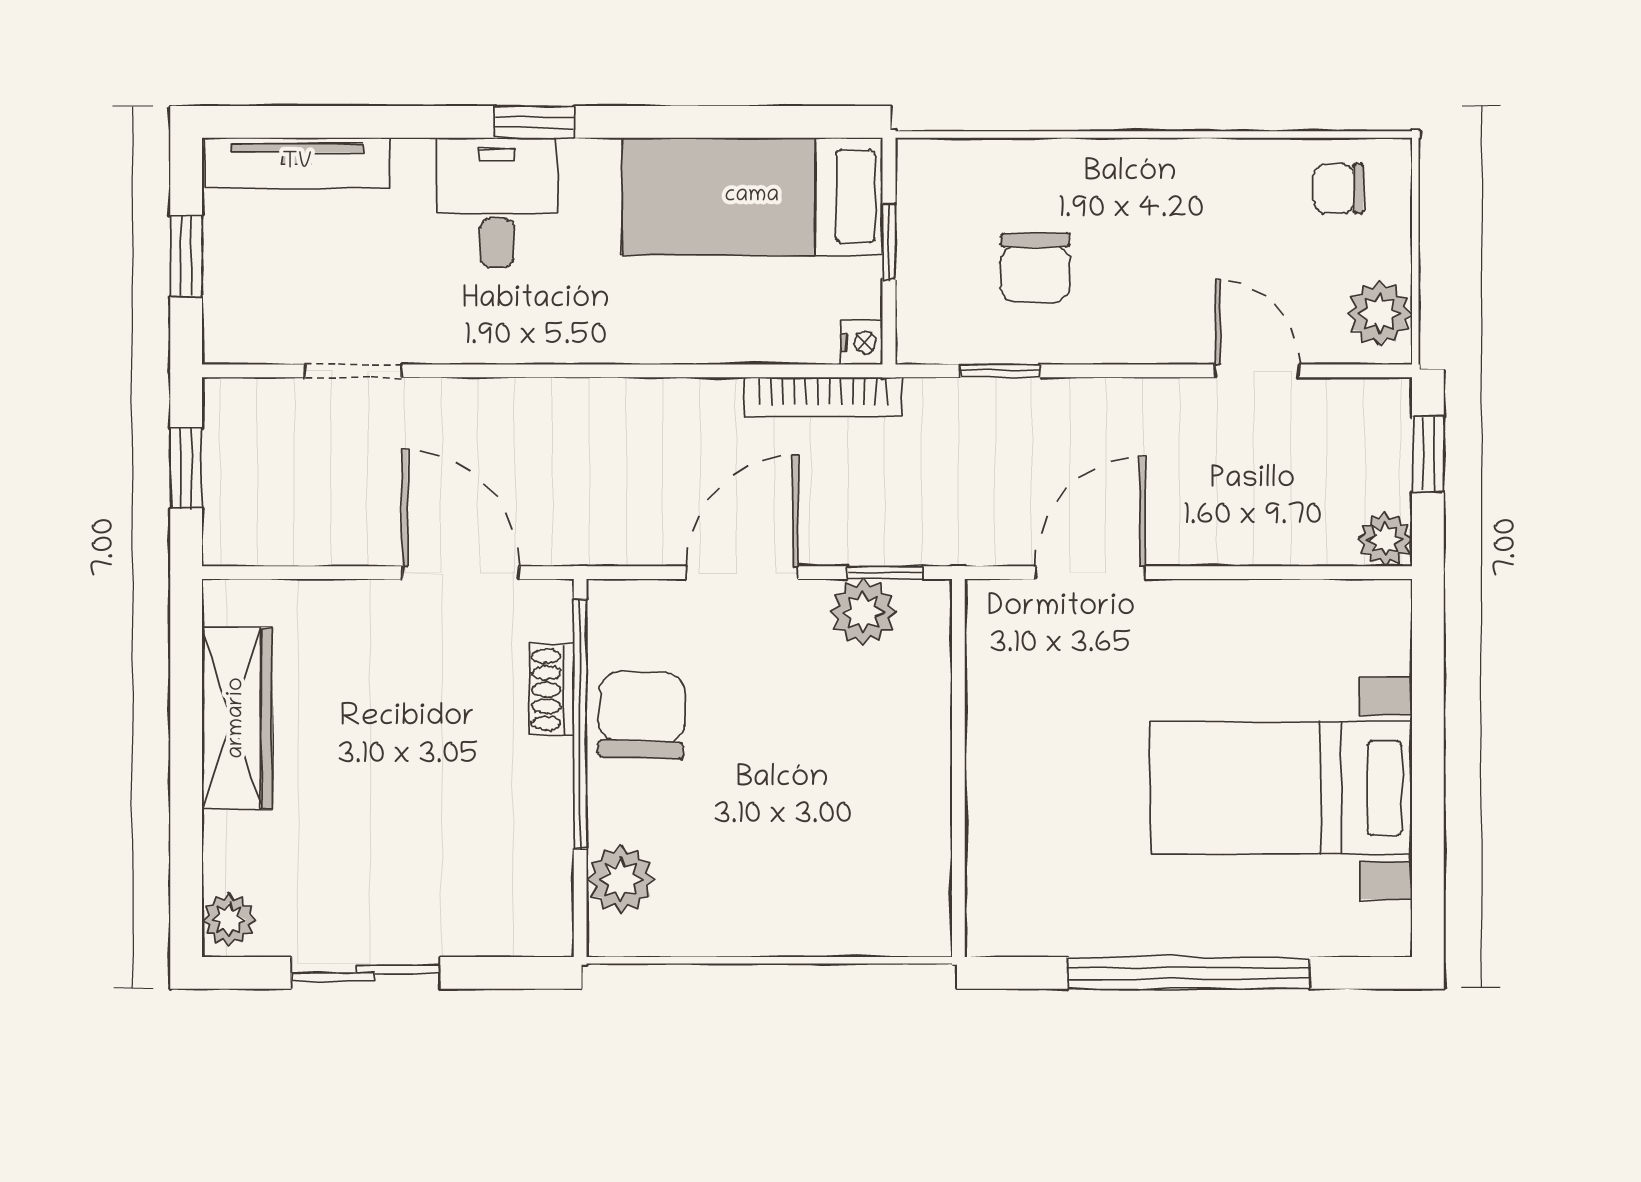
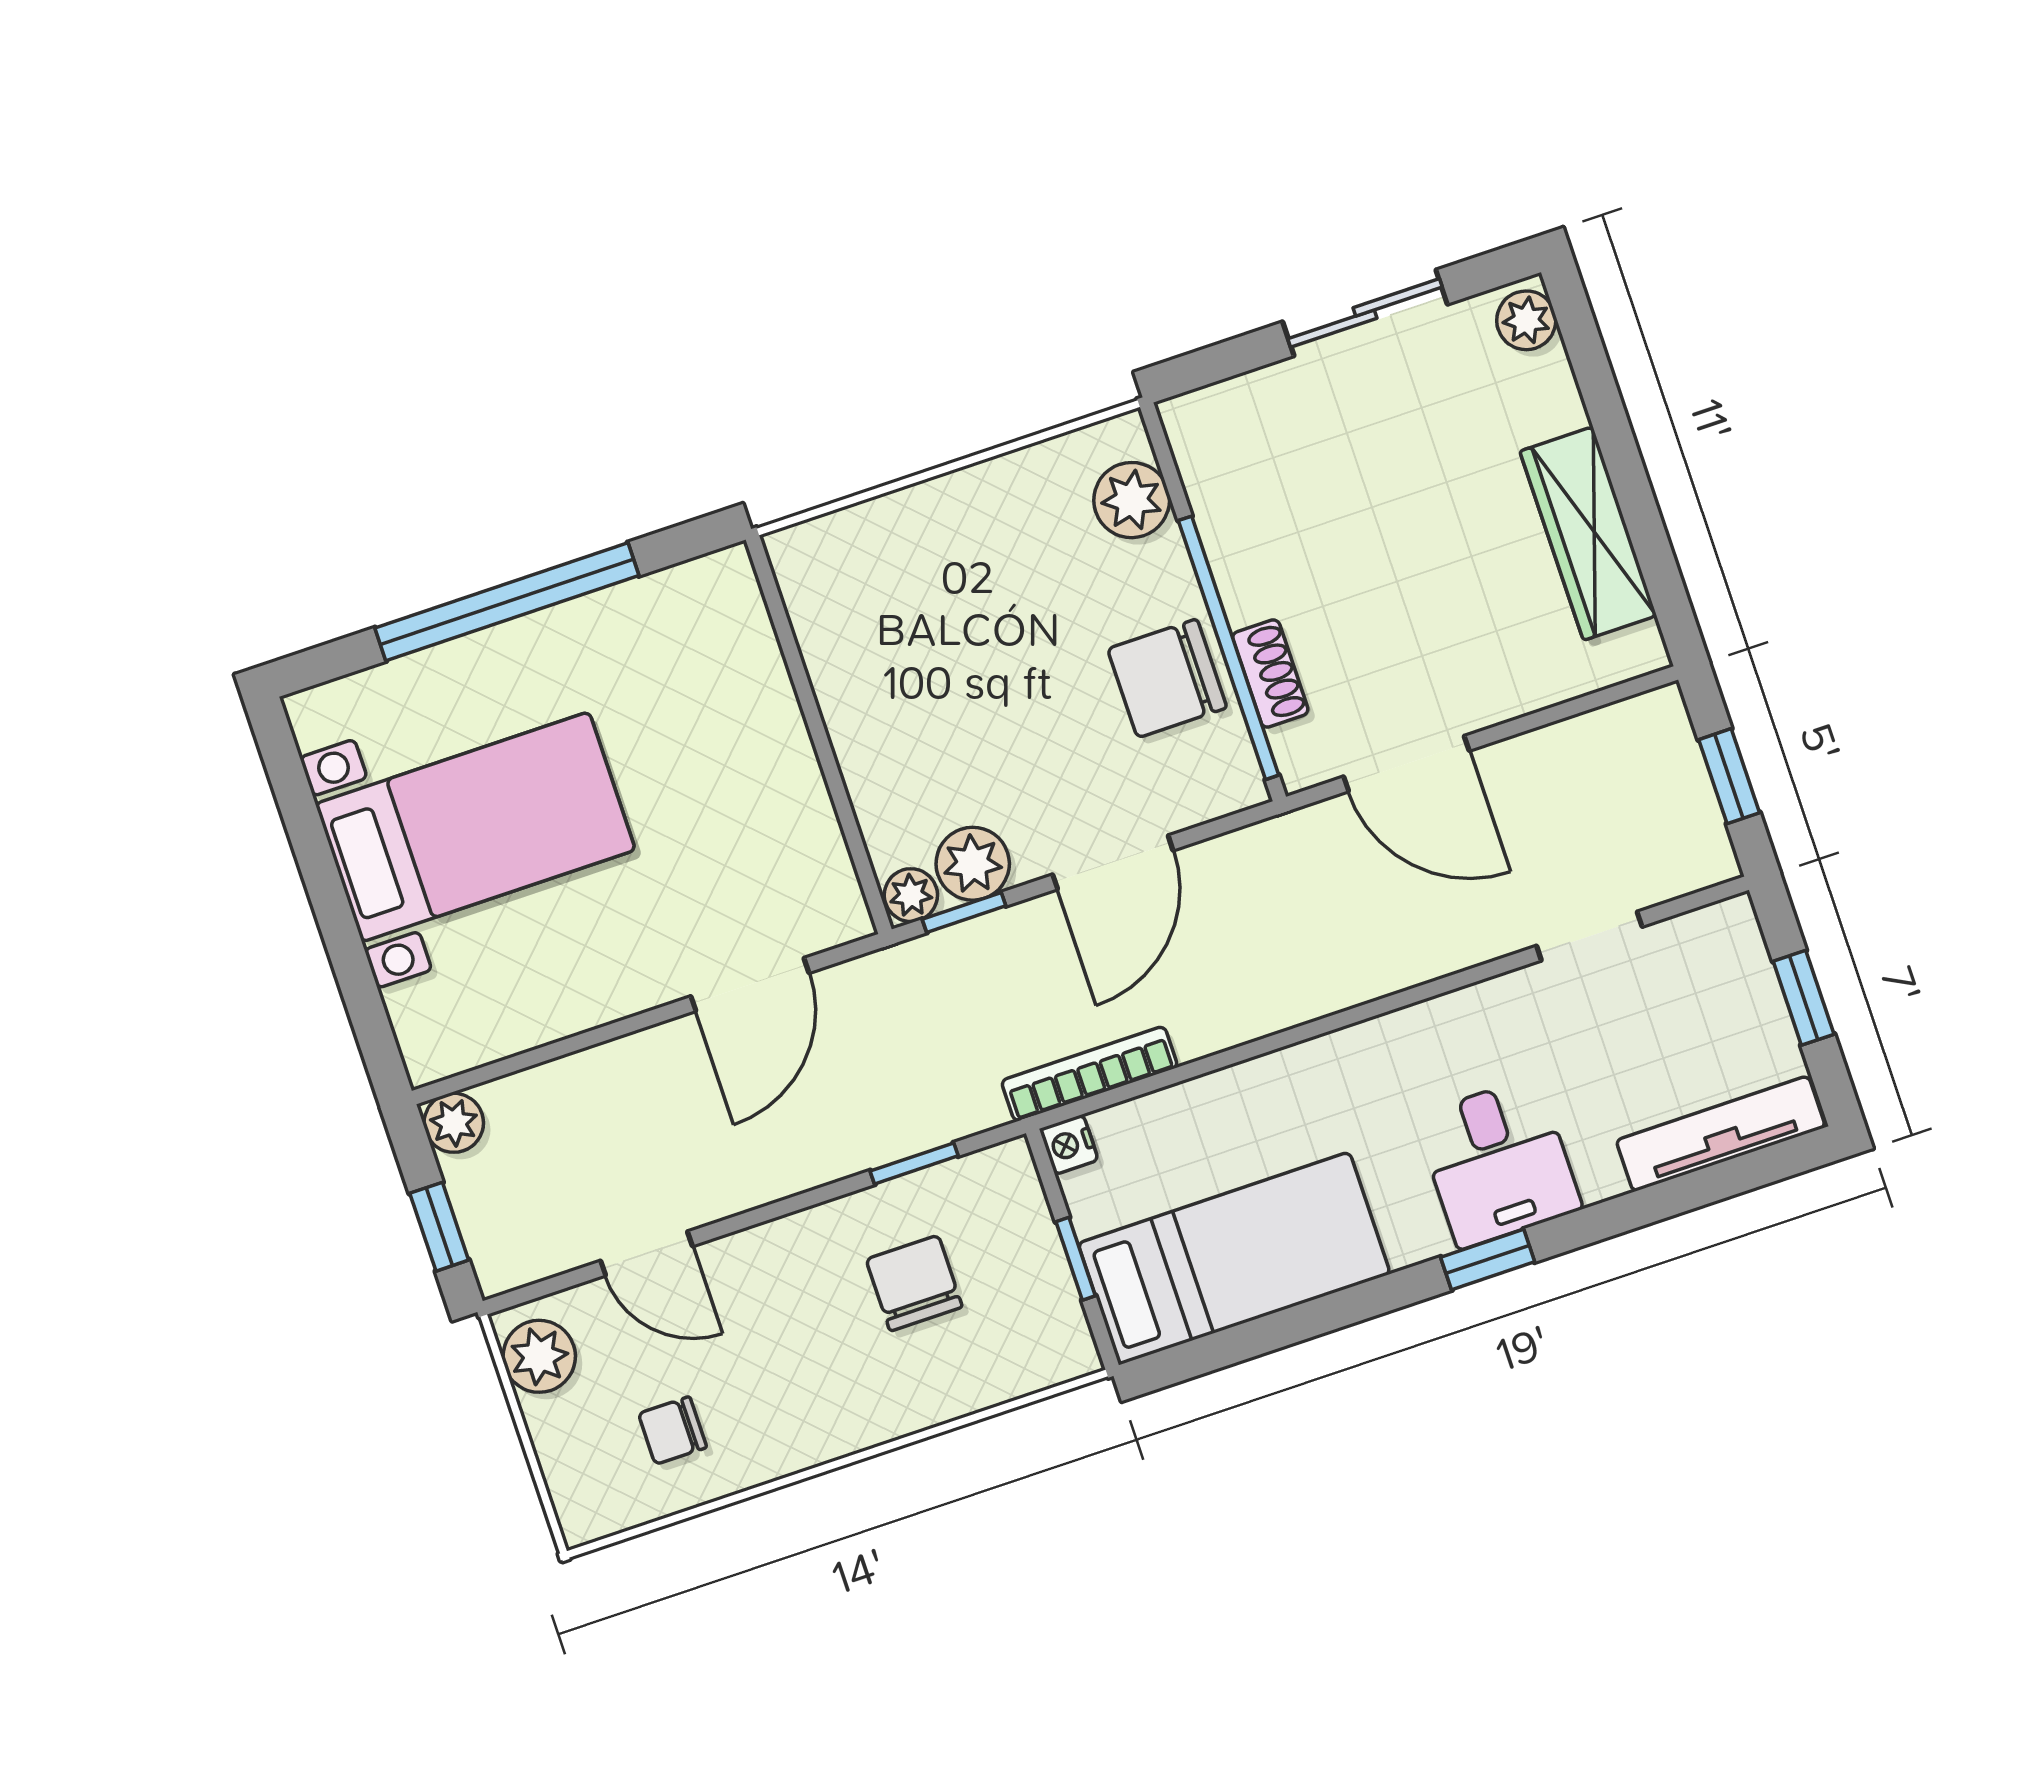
chair: (1339, 189) -> (673, 1430), moved, turned 180
plant: (925, 603) -> (911, 895), added
chair: (642, 715) -> (1167, 678), turned 88

